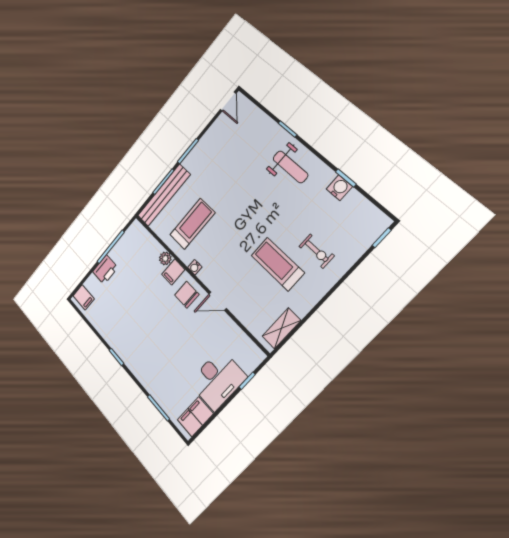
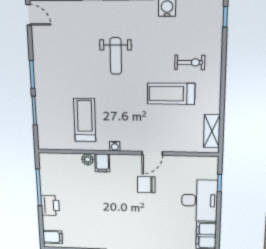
weight bench: (290, 167) -> (116, 56), moved, turned 90
bench: (164, 195) -> (44, 119), removed
chair: (187, 295) -> (146, 185), moved

